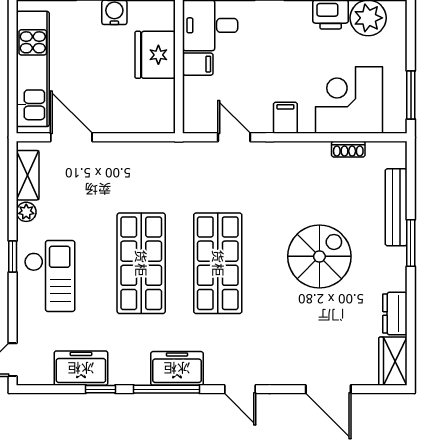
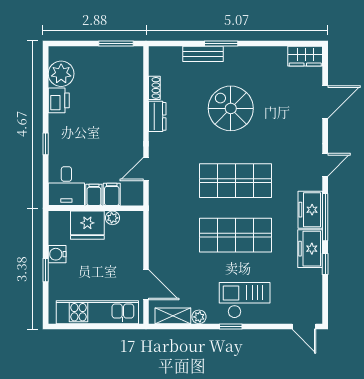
plant: (165, 90) -> (113, 218), added
corner desk: (349, 100) -> (120, 87), removed
filing cabinet: (285, 118) -> (112, 194), moved, turned 90
door: (71, 137) -> (146, 285), swing flipped
bench: (396, 207) -> (203, 54), width x0.73
dresser: (395, 314) -> (157, 116), moved, turned -90
freezer: (81, 368) -> (310, 249), moved

